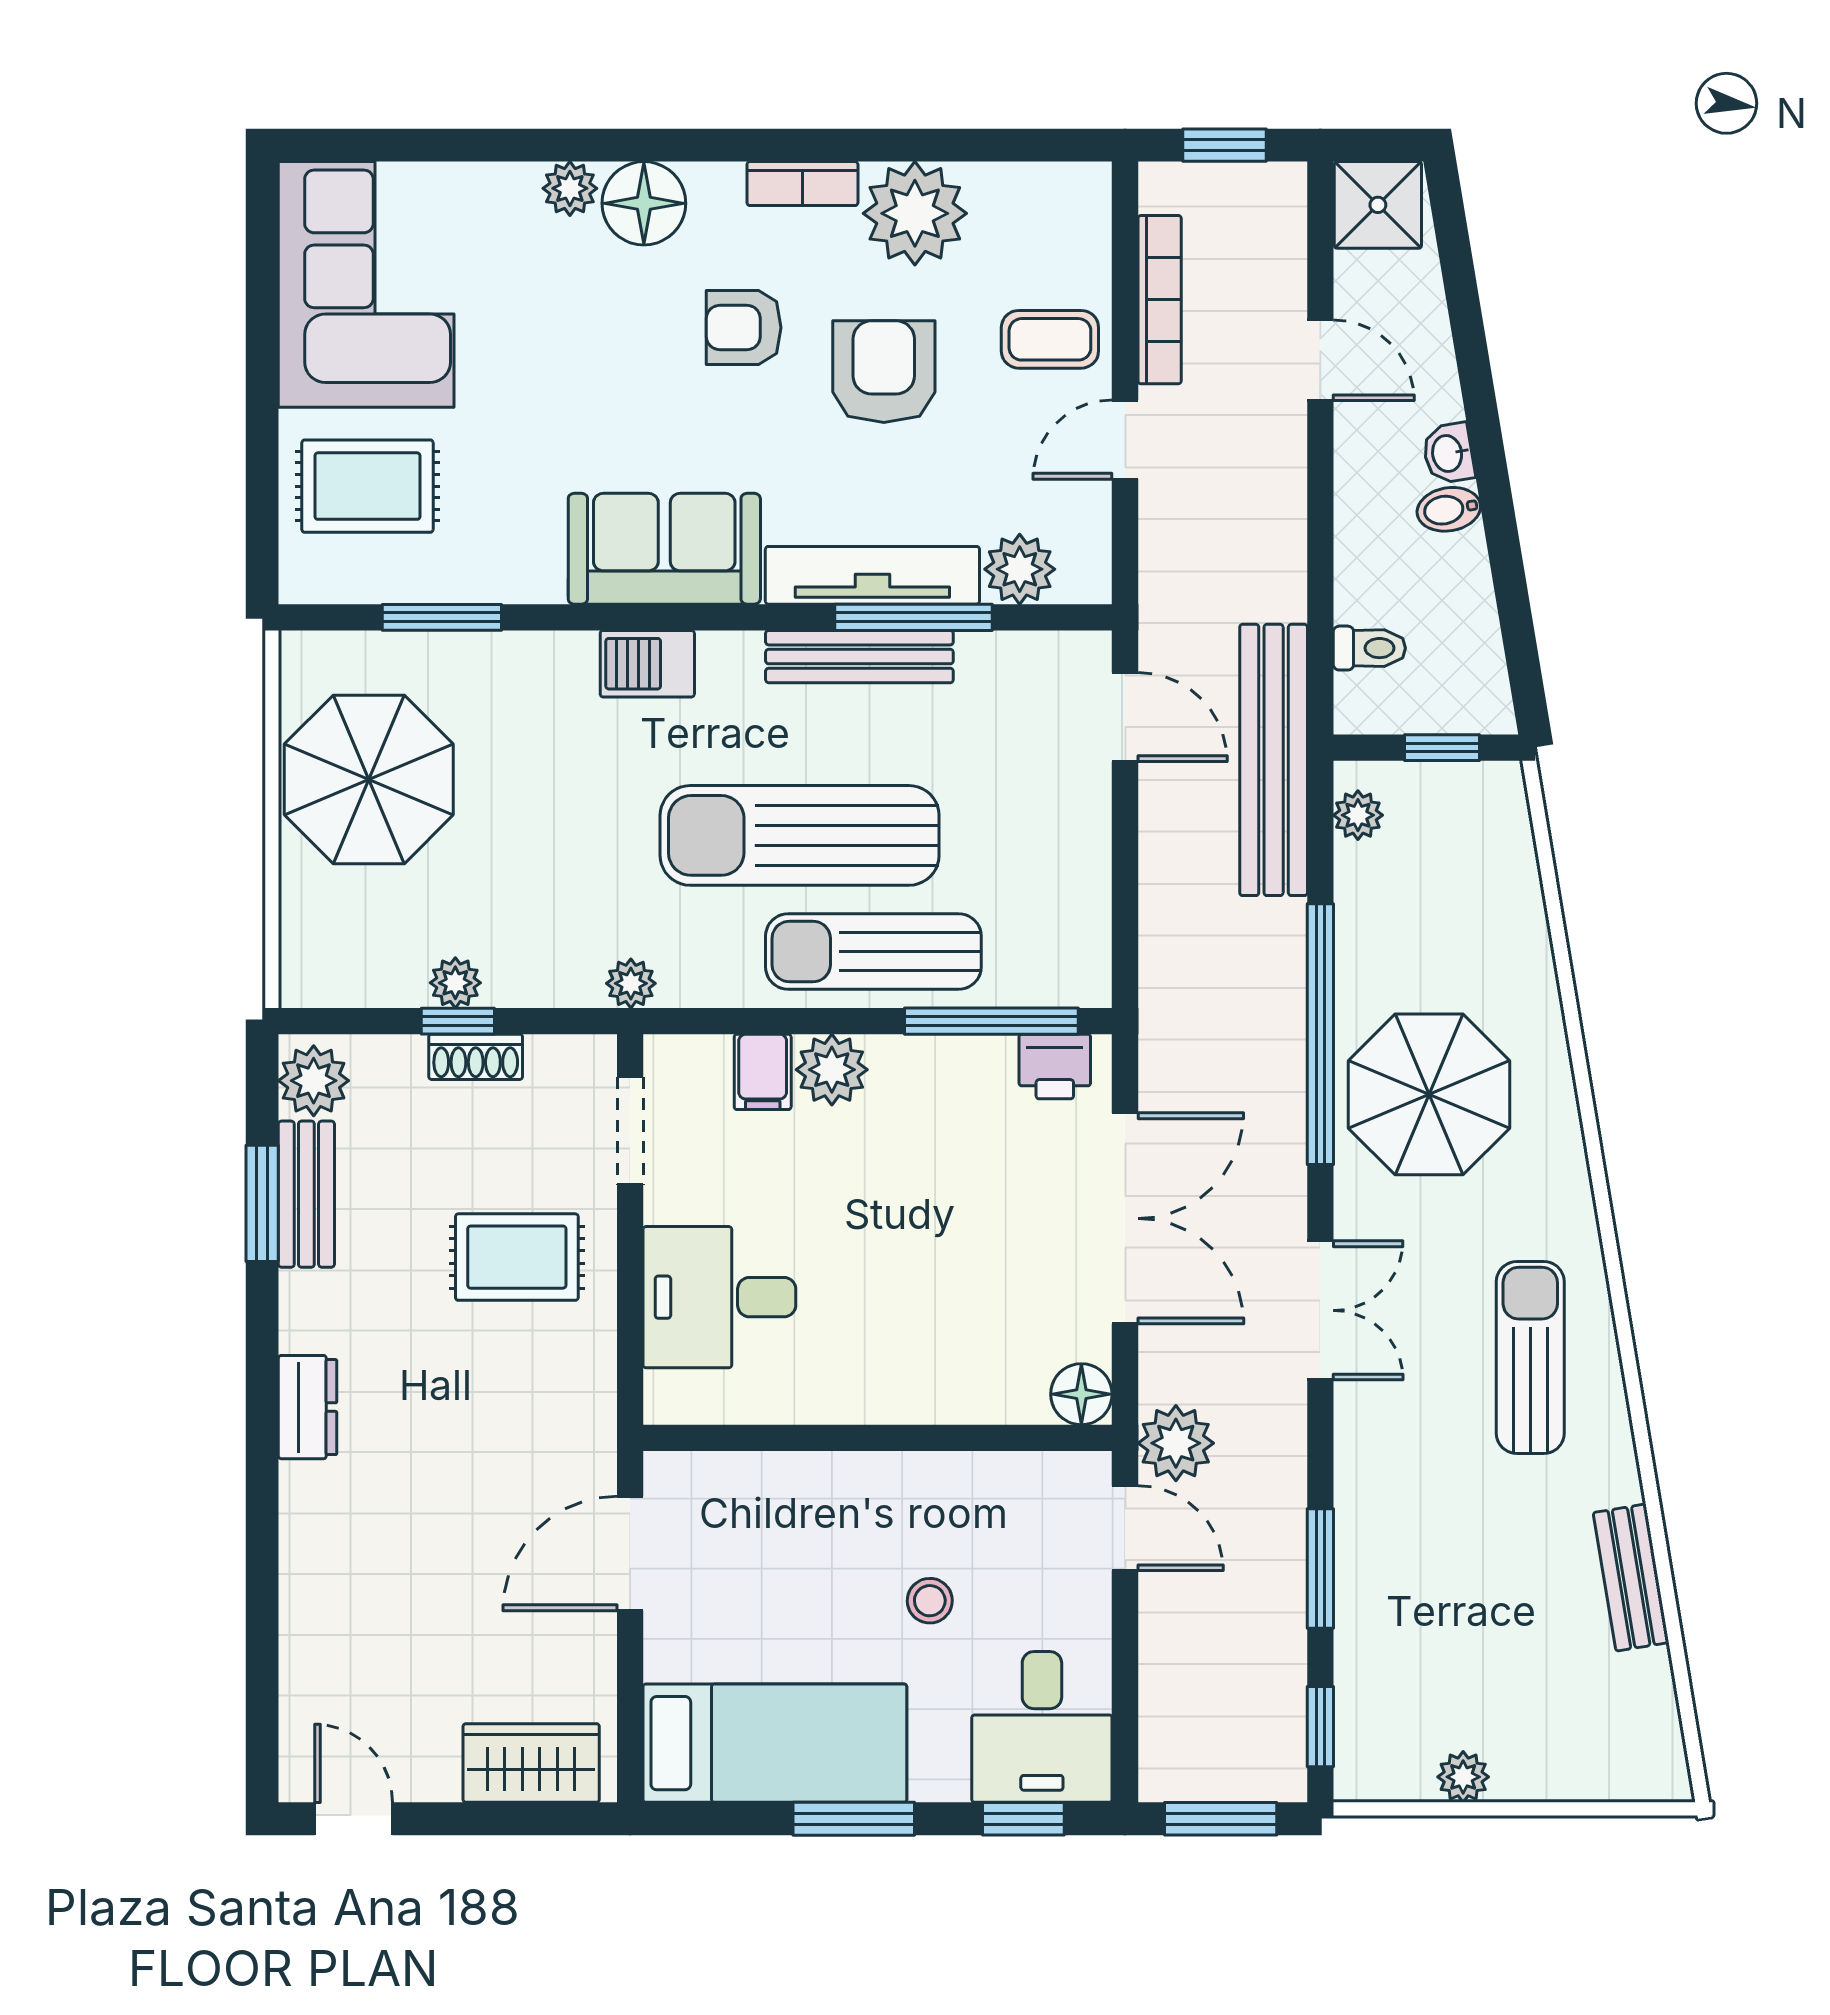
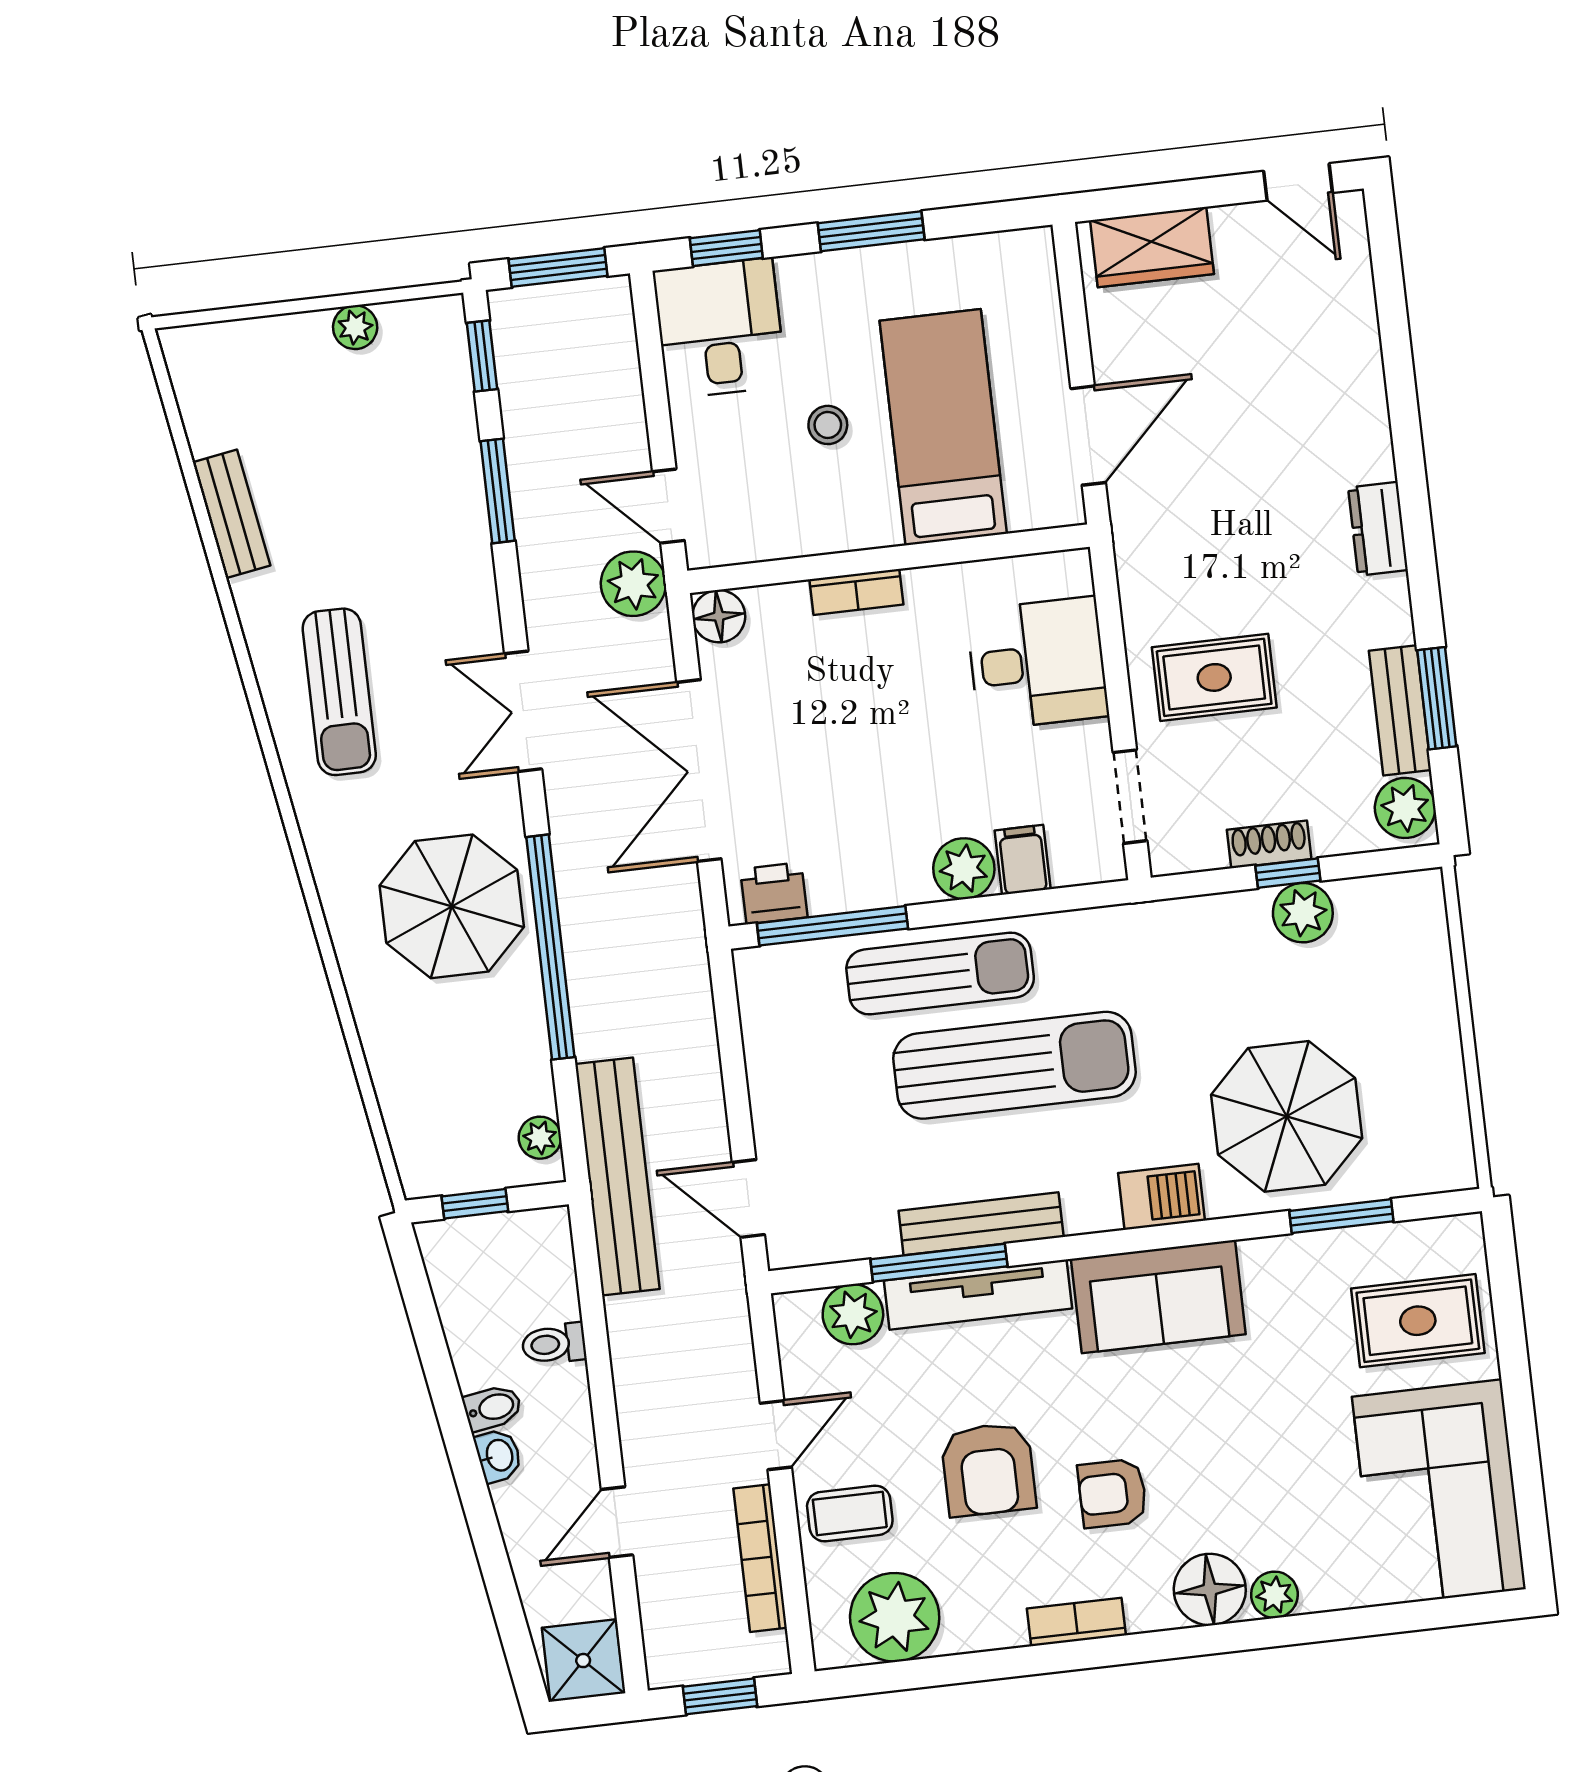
plant: (915, 213) -> (895, 1617), moved
armchair: (744, 328) -> (1112, 1493), turned 180
door: (1320, 360) -> (617, 1522), hinge flipped
toilet: (1369, 648) -> (554, 1344), moved
parasol: (369, 779) -> (1287, 1116), moved
plant: (455, 983) -> (1303, 913), width x1.38, depth x1.38
plant: (631, 983) -> (1144, 922), removed
bookcase: (919, 1404) -> (856, 592), added
bed: (775, 1743) -> (943, 427), moved, turned 90

